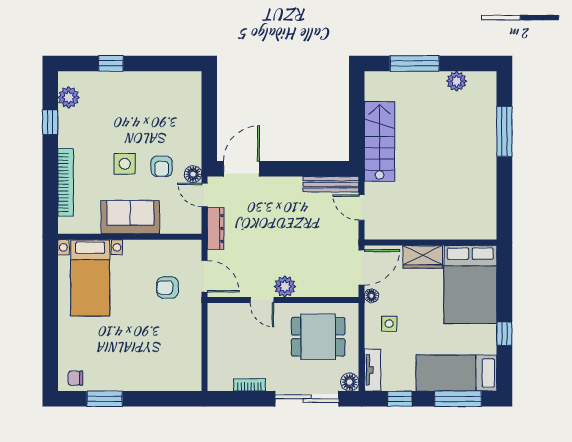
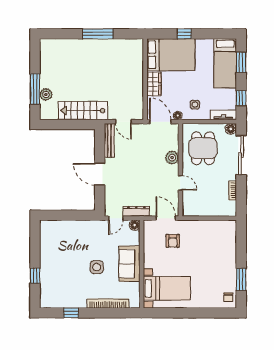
plant: (457, 81) -> (46, 94), moved
plant: (69, 97) -> (56, 302), removed
window: (504, 131) -> (98, 34), moved
armchair: (162, 166) -> (98, 244), removed
door: (242, 169) -> (100, 174), moved
floor lamp: (193, 174) -> (135, 225), moved
door: (362, 207) -> (124, 122), hinge flipped
door: (204, 276) -> (166, 218), hinge flipped
plant: (285, 286) -> (172, 158), moved
door: (262, 300) -> (180, 183), hinge flipped
window: (504, 334) -> (184, 34), moved
window: (458, 399) -> (241, 62), width x0.69

